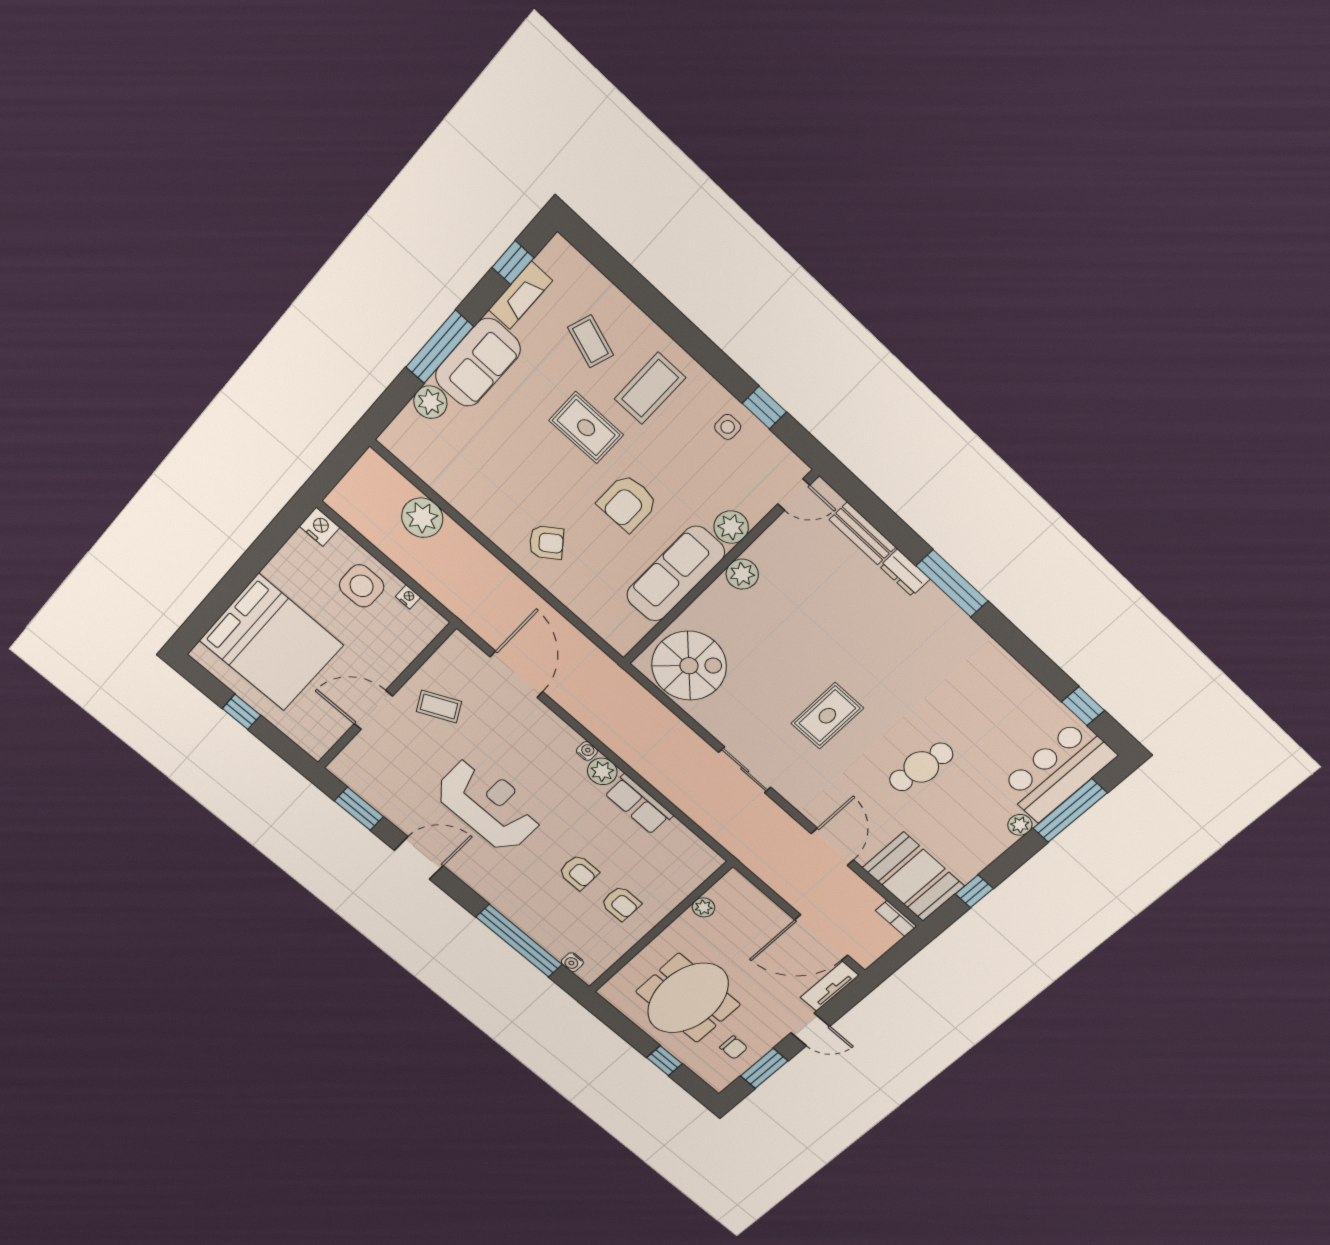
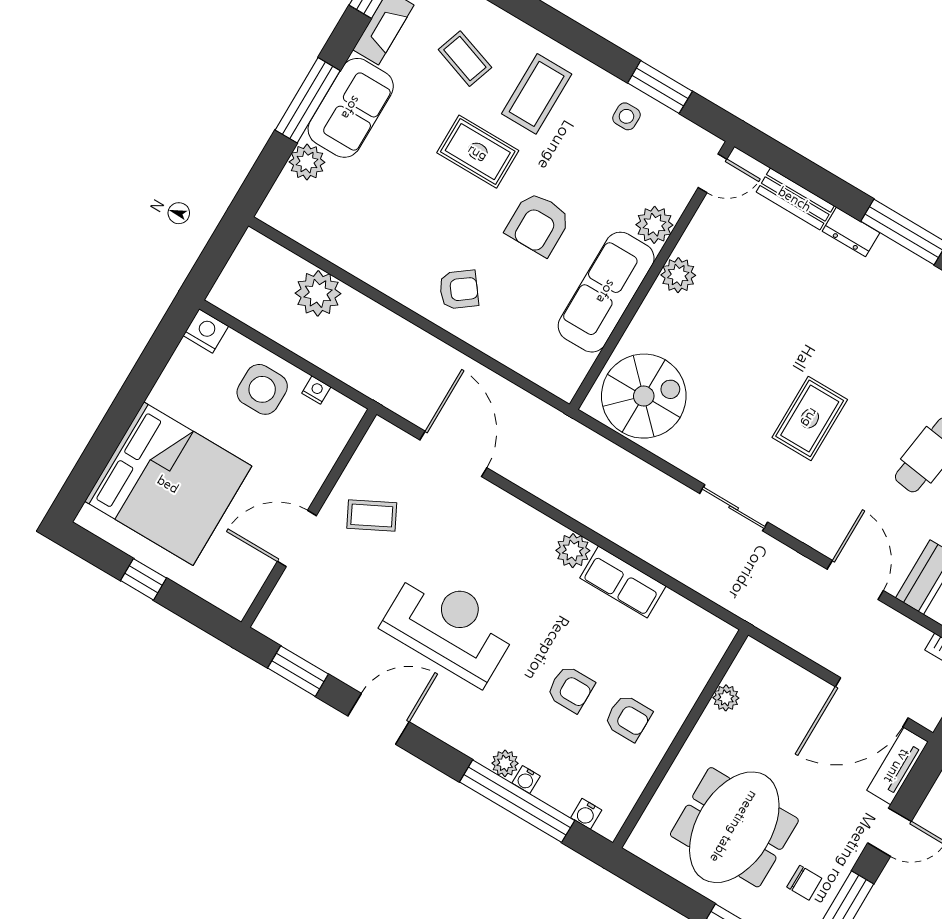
window: (764, 408) -> (660, 87), width x1.50
water cooler: (587, 751) -> (526, 779), moved, turned 180
plant: (515, 913) -> (505, 763), added

